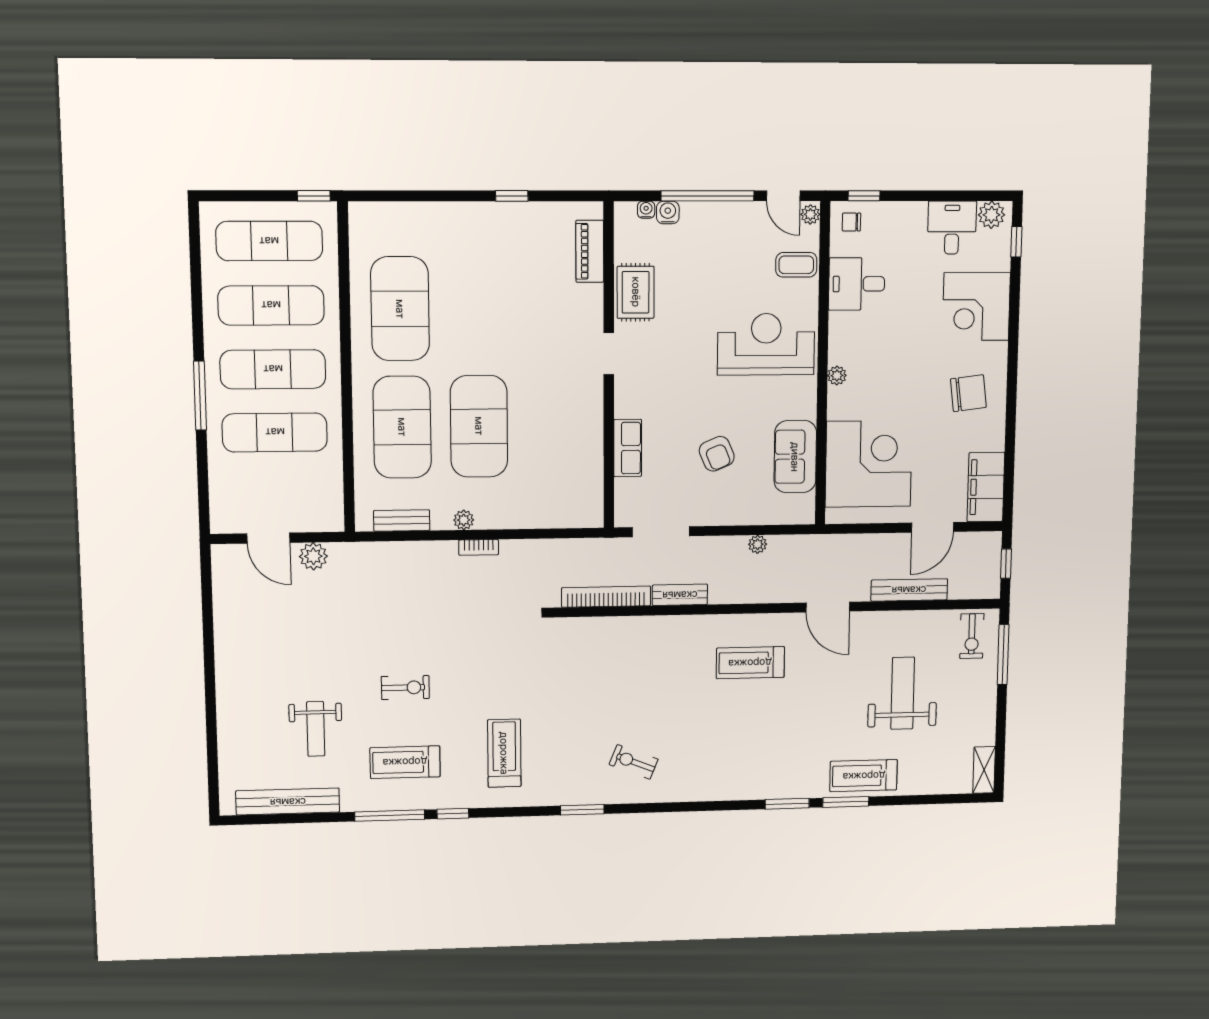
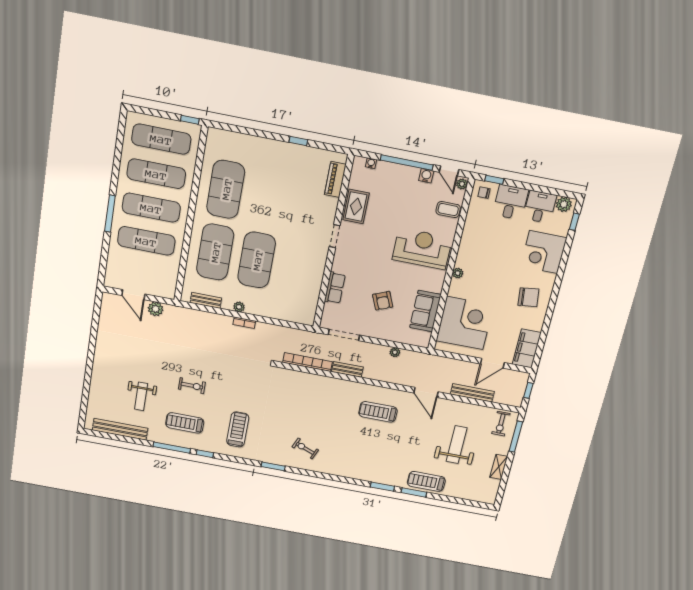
water cooler: (668, 212) -> (426, 176), moved
desk: (857, 284) -> (510, 202), moved, turned 90
shelving: (984, 770) -> (499, 467), moved

